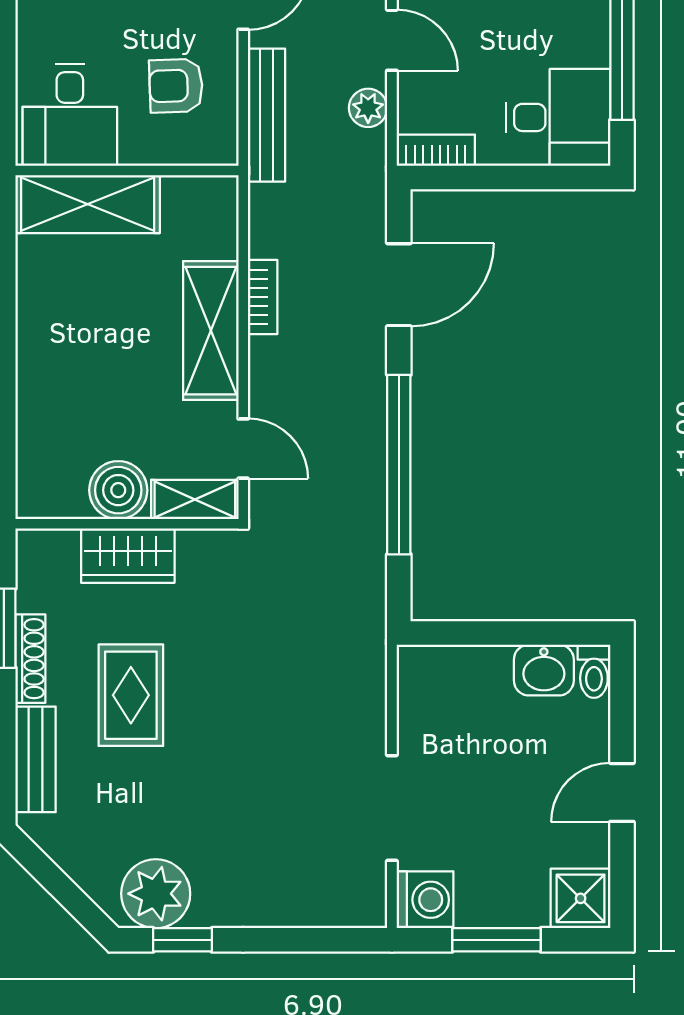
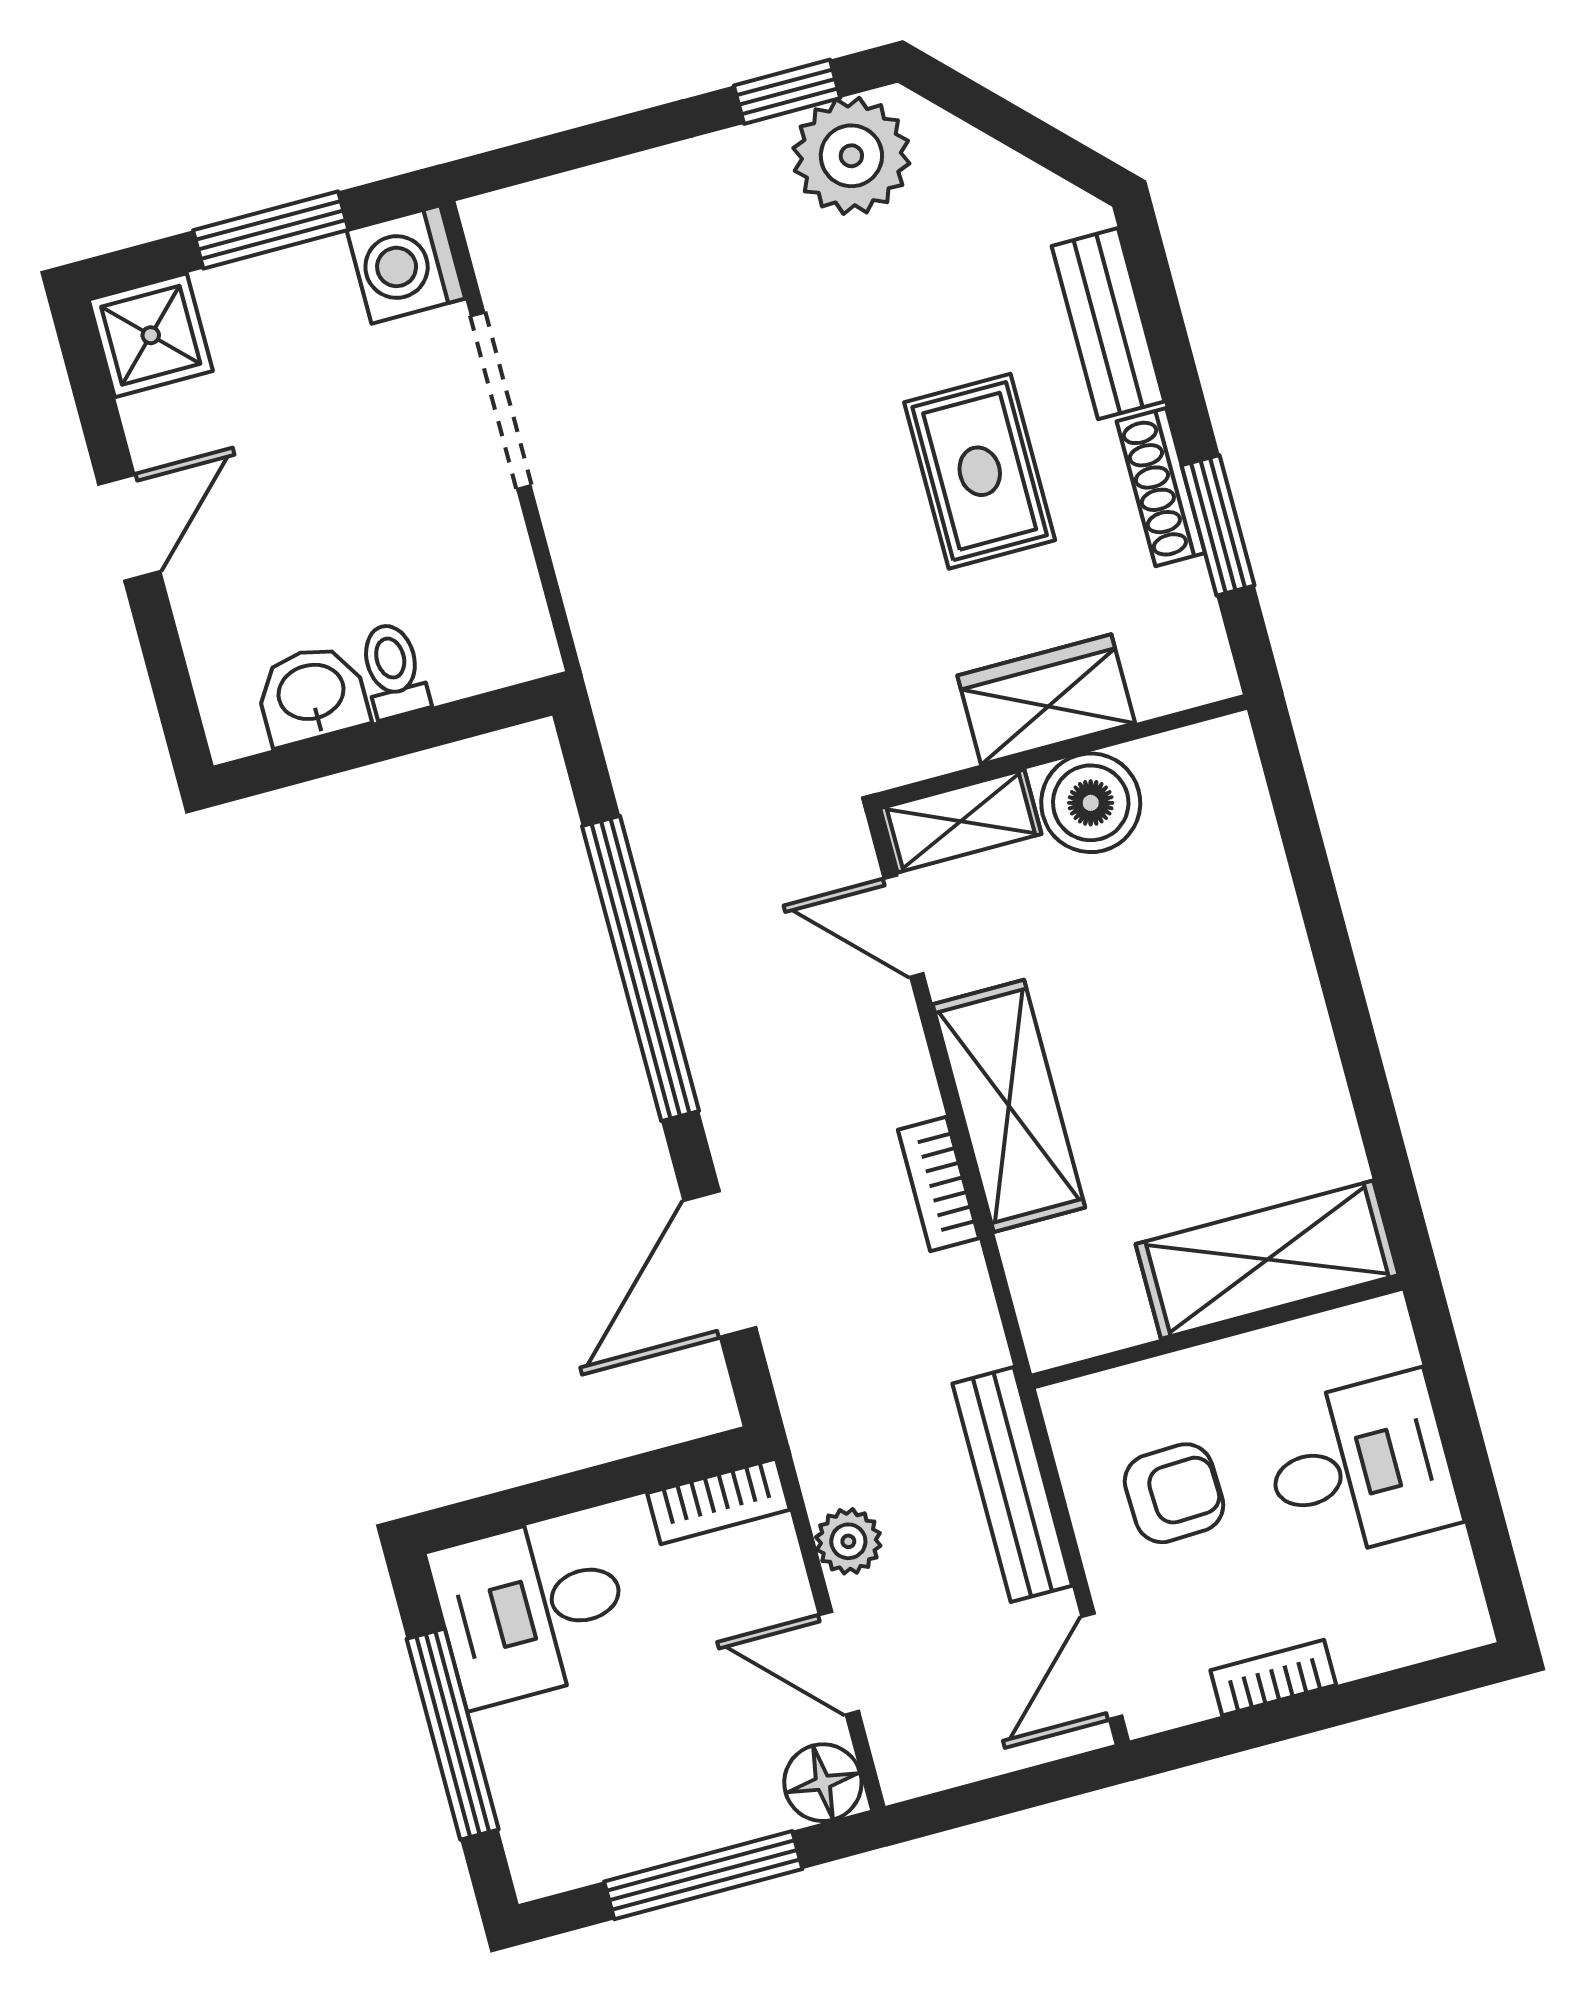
desk: (70, 115) -> (1360, 1467), moved, turned 90
toilet: (594, 671) -> (393, 670), moved

